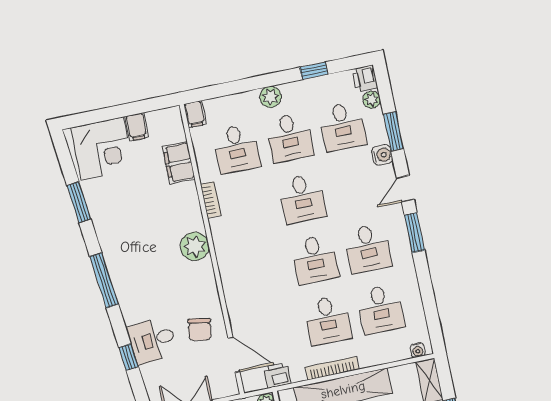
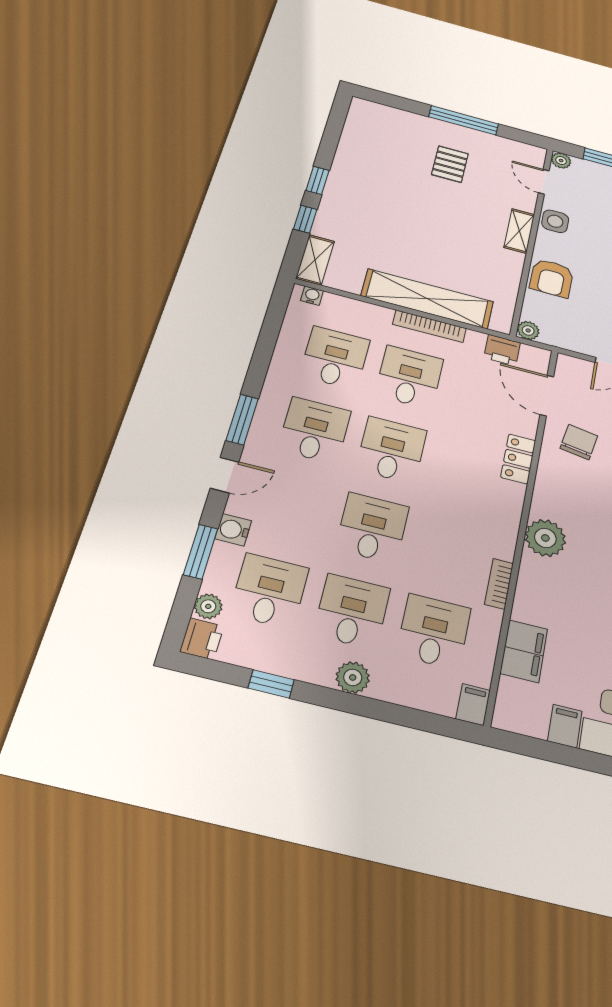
locker: (234, 296) -> (518, 459), added

